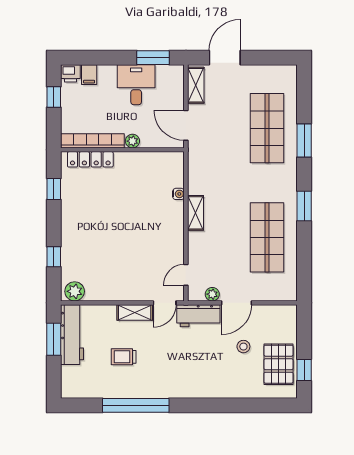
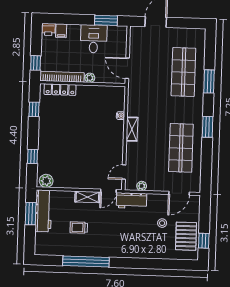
shelving: (196, 85) -> (135, 41), removed
window: (54, 97) -> (36, 63), moved
door: (236, 303) -> (179, 193), moved

